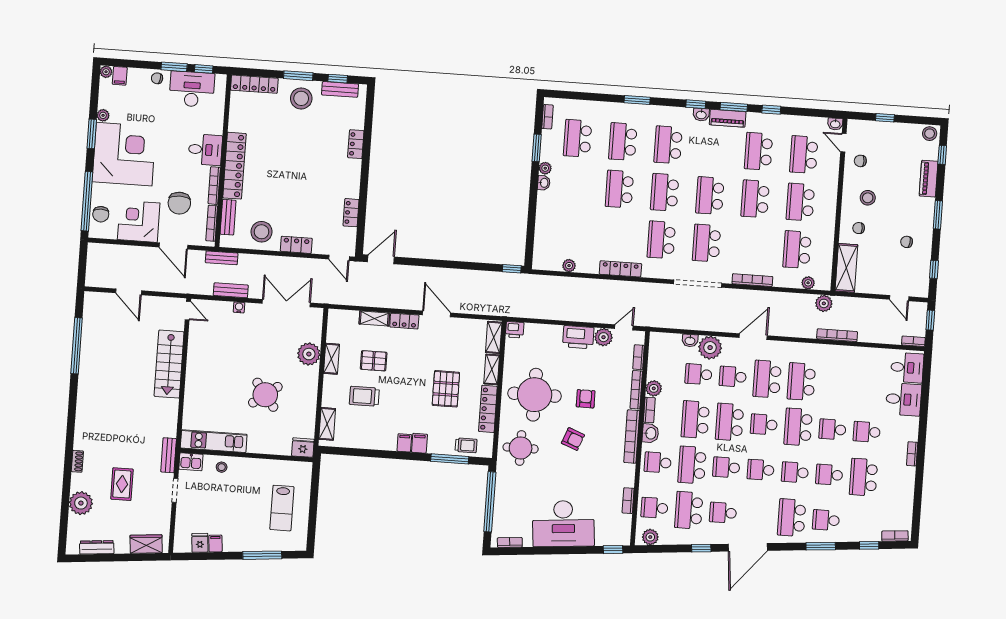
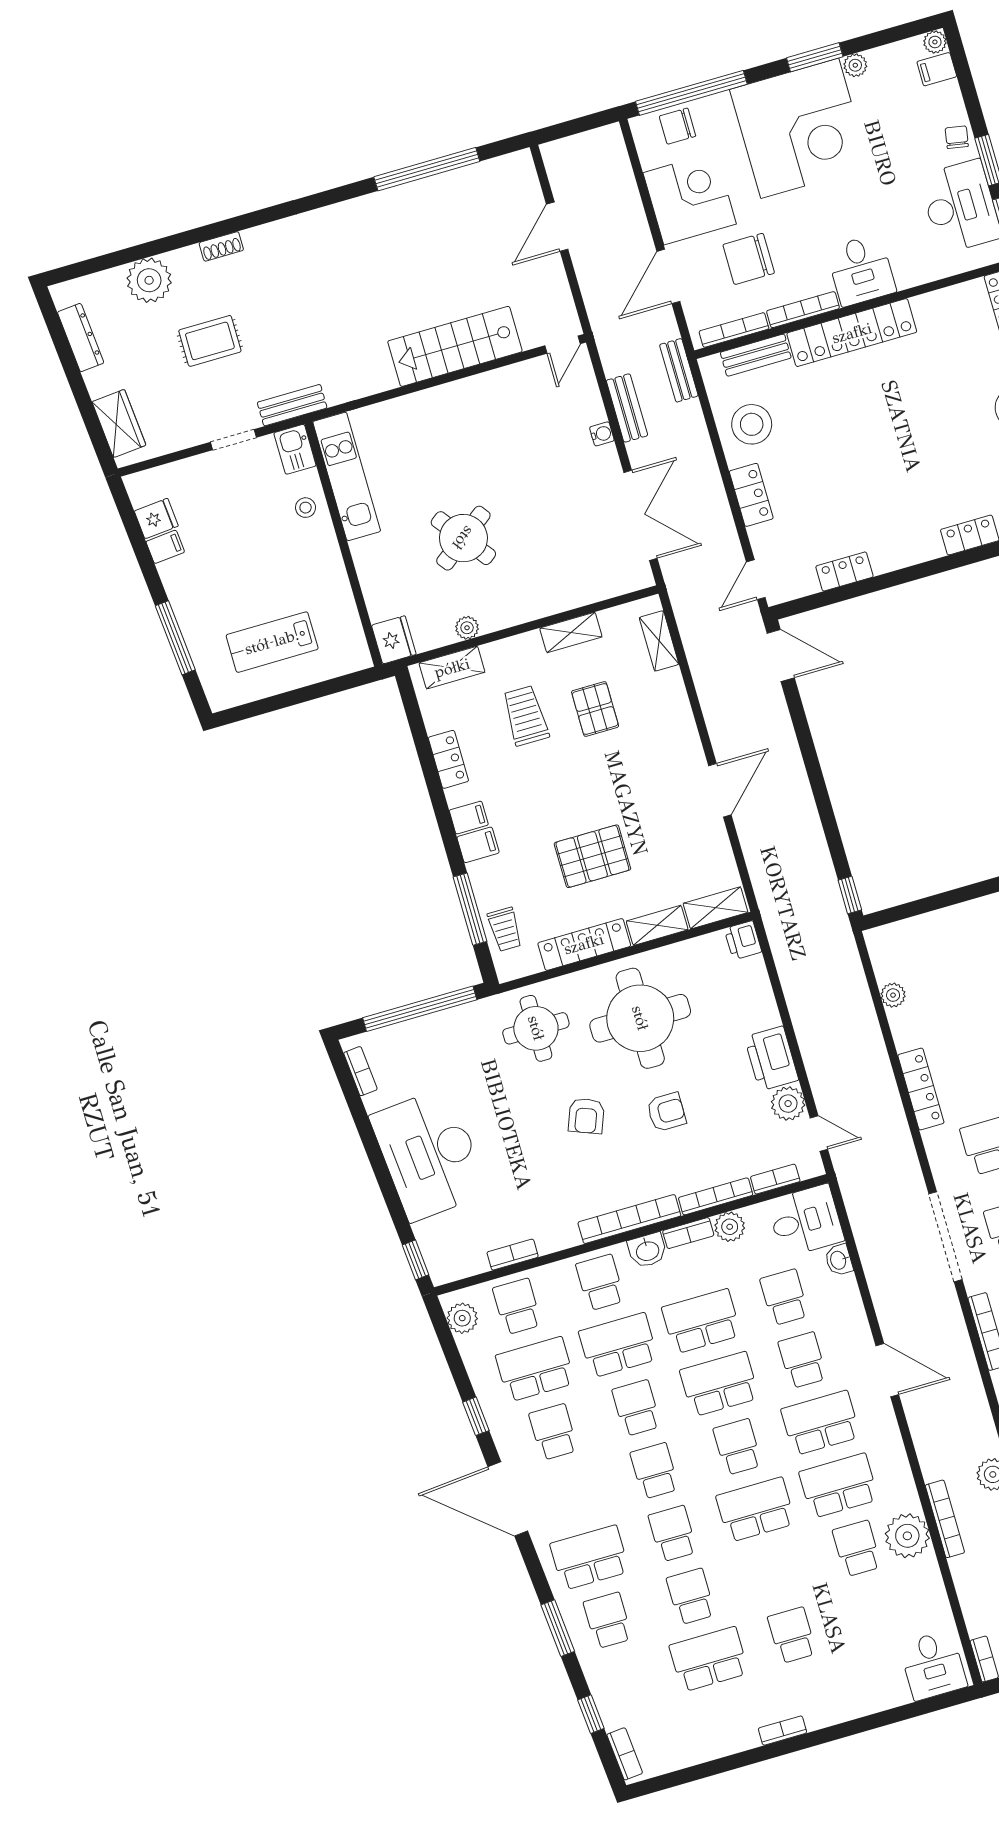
shelving: (374, 318) -> (659, 641), moved
locker: (404, 321) -> (448, 759), moved, turned 180
plant: (710, 348) -> (907, 1536), moved
plant: (309, 354) -> (467, 628), moved, width x0.53, depth x0.53
desk: (904, 399) -> (806, 1221), moved, turned -90
school desk: (832, 429) -> (857, 1549), moved

